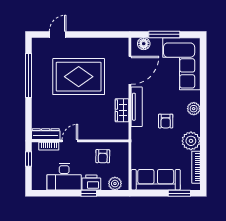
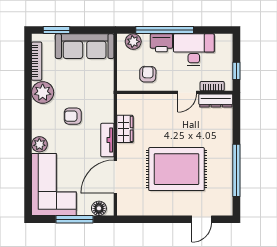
tv unit: (137, 107) -> (107, 140), width x0.71
plant: (194, 109) -> (39, 144), moved
armchair: (166, 121) -> (73, 116), turned -90
window: (89, 193) -> (165, 30), width x3.17

